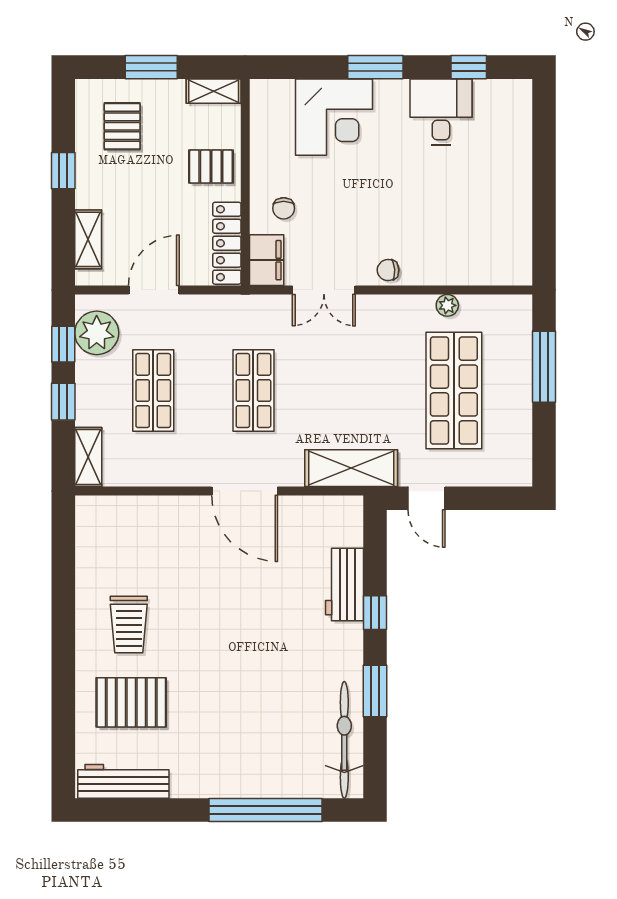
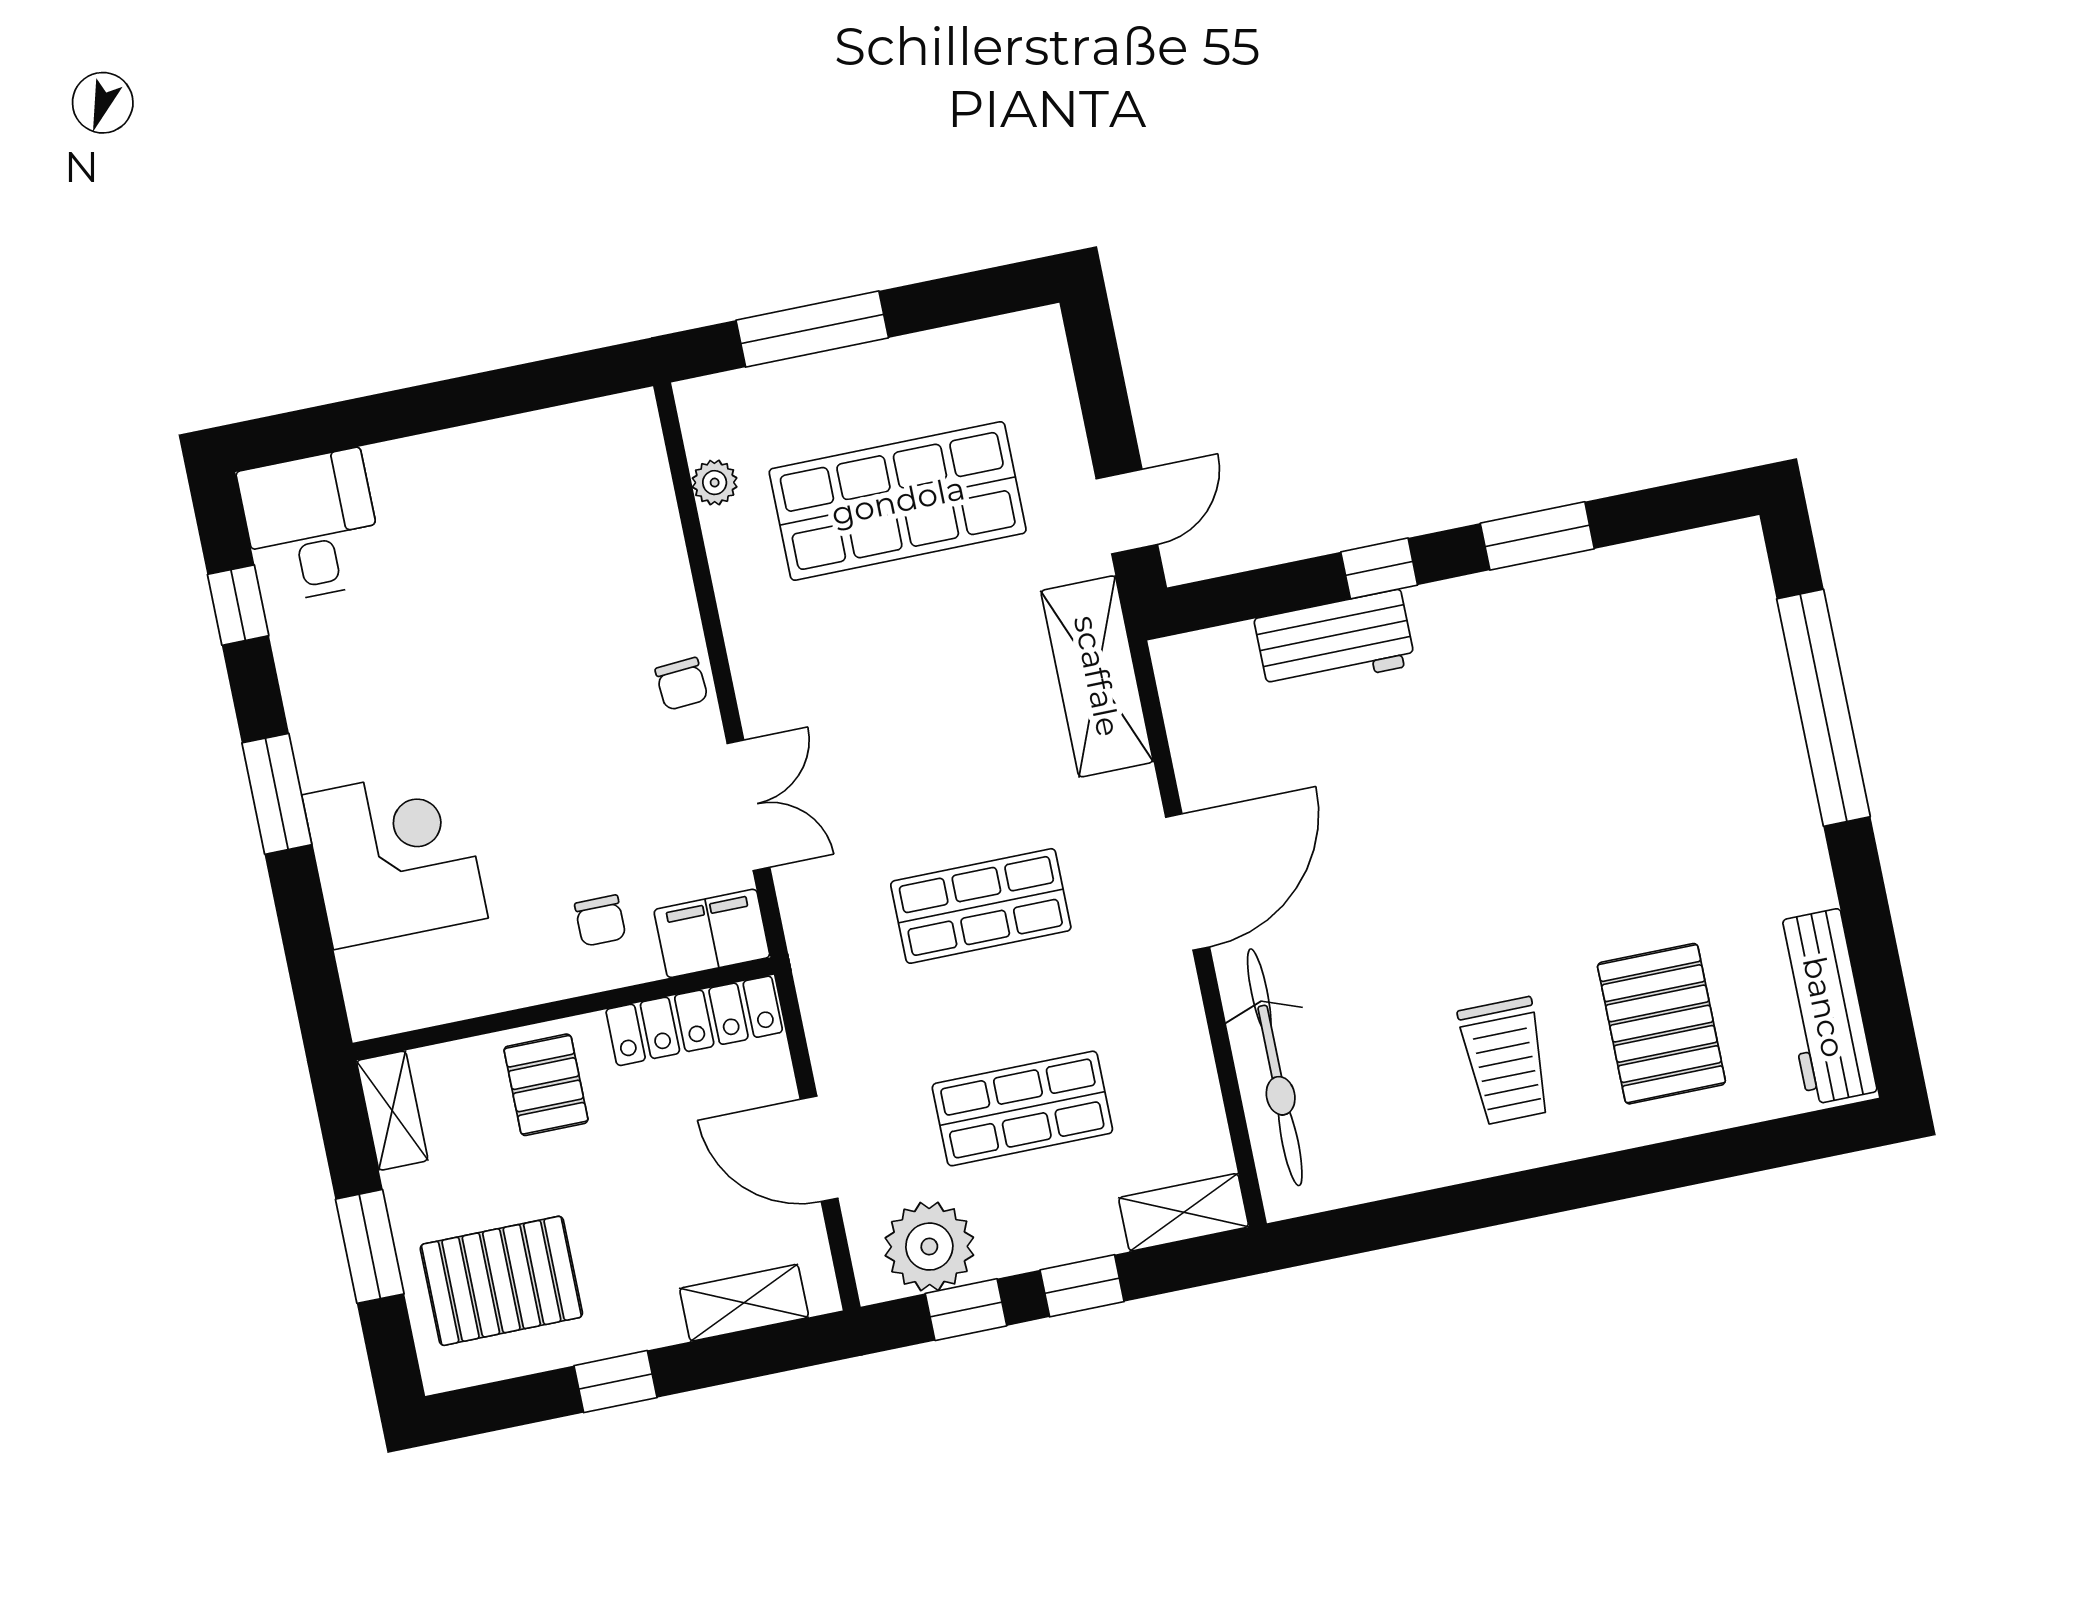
desk: (441, 112) -> (311, 526), moved, turned 90
pallet: (122, 126) -> (501, 1281), width x1.50, depth x1.42
chair: (284, 208) -> (600, 921), turned 90
plant: (447, 305) -> (715, 483), moved
trolley: (129, 625) -> (1505, 1061), turned 90
bicycle: (344, 740) -> (1275, 1067), moved, turned -90

